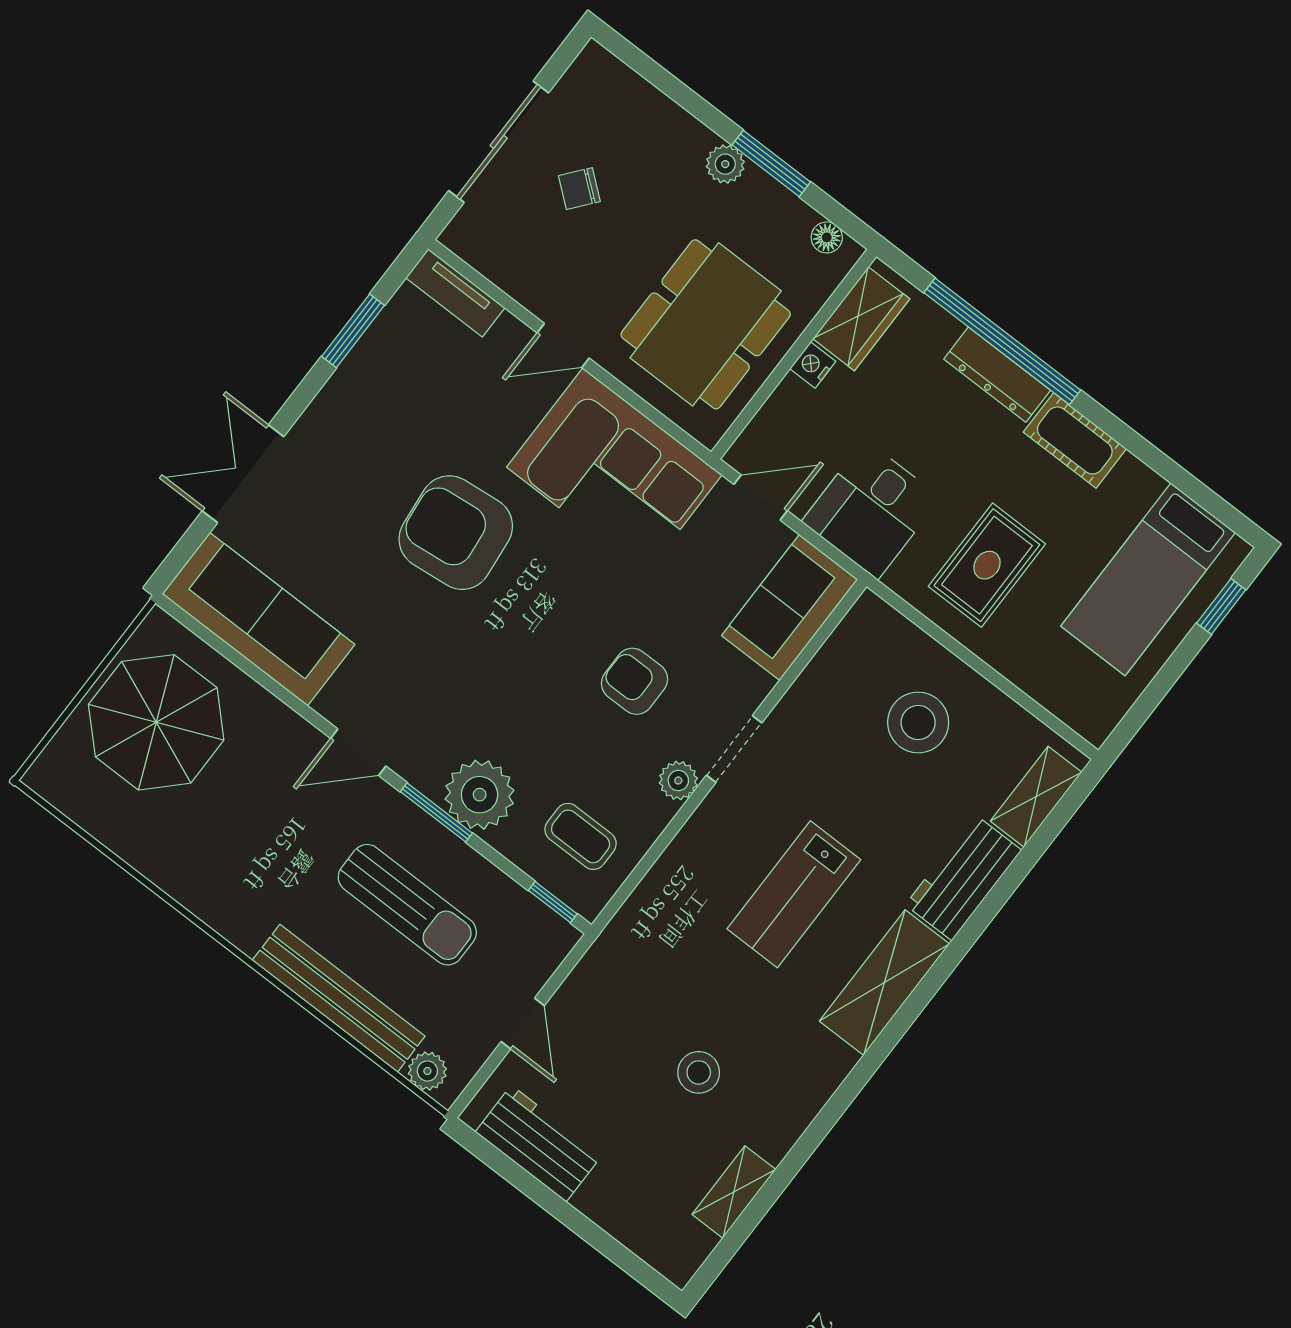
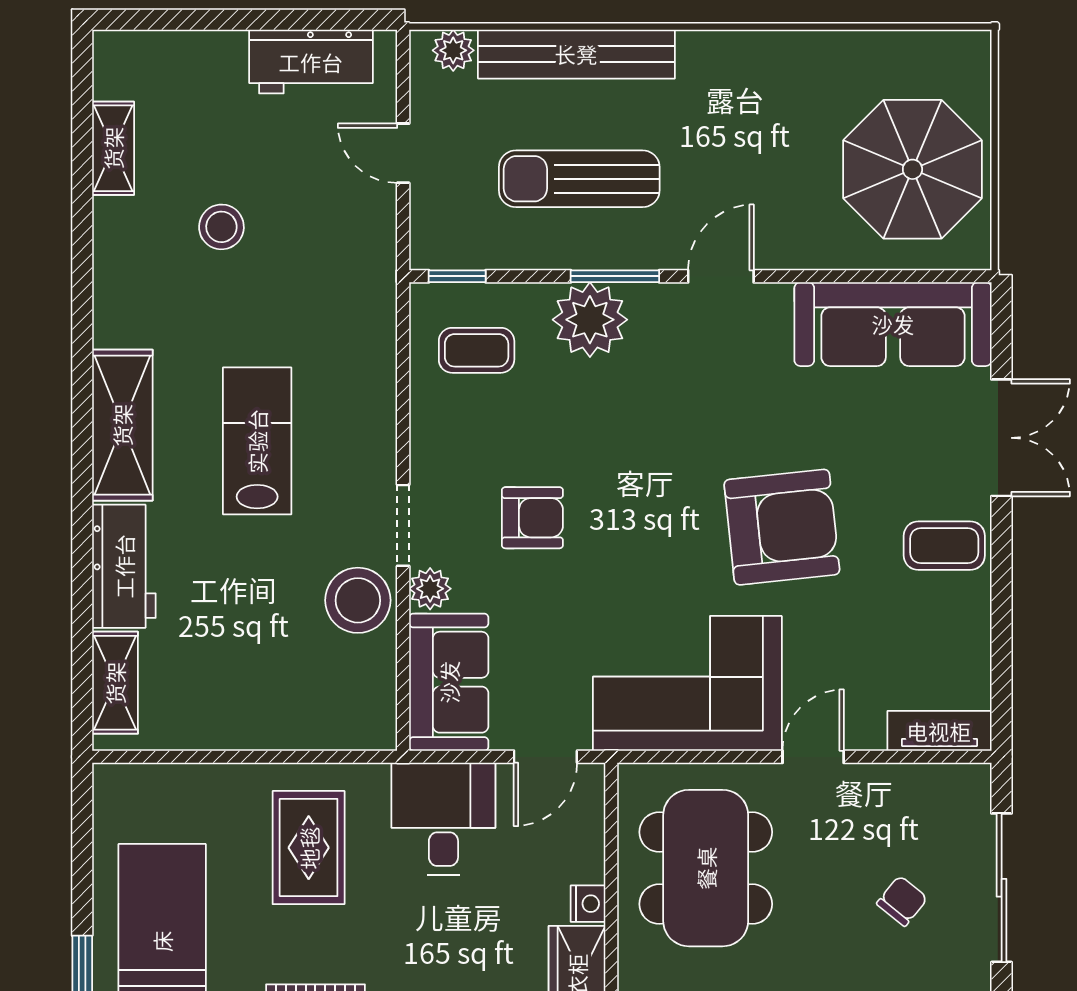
window: (353, 331) -> (1002, 631), removed
coffee table: (346, 427) -> (944, 546), added
stool: (918, 723) -> (358, 600), moved
plant: (678, 781) -> (430, 589), moved

